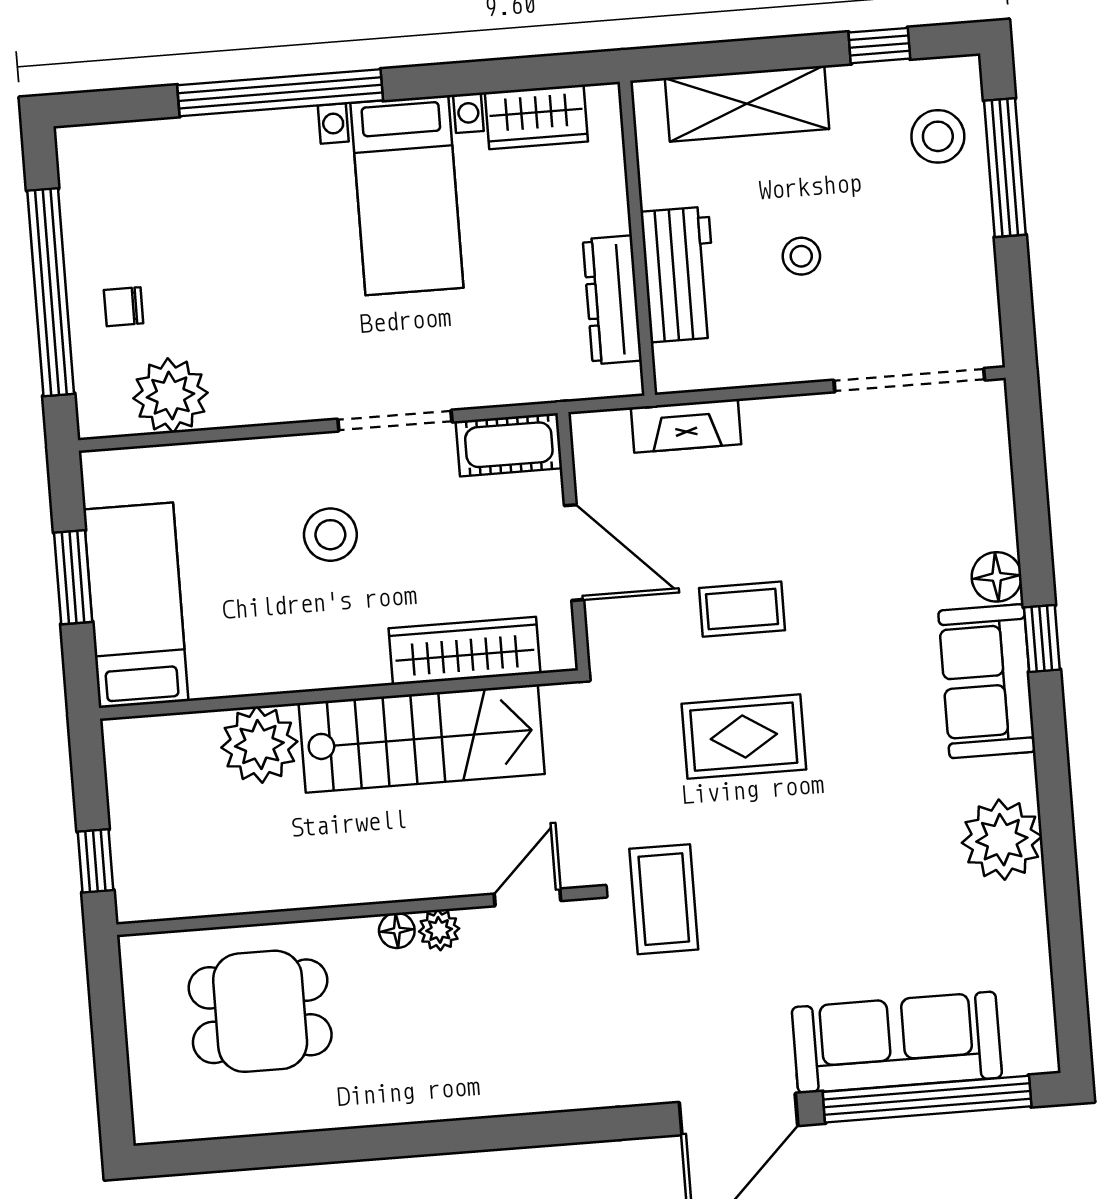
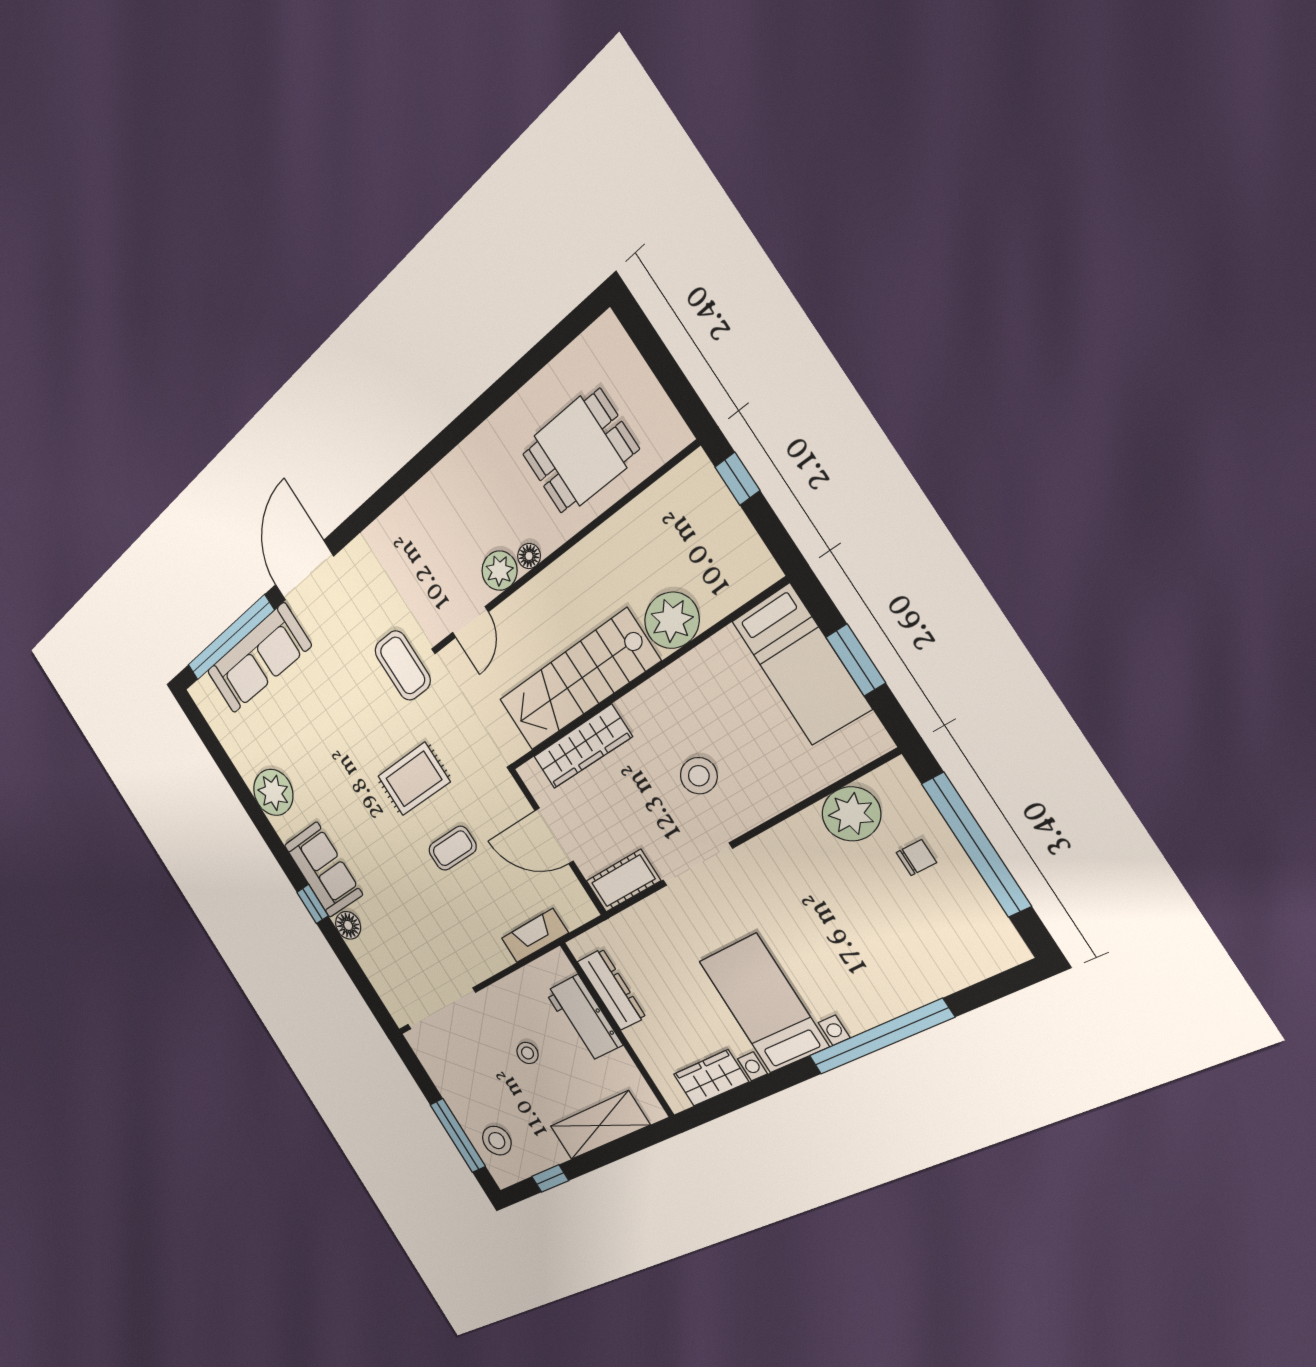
plant: (439, 930) -> (499, 571), width x1.38, depth x1.38

